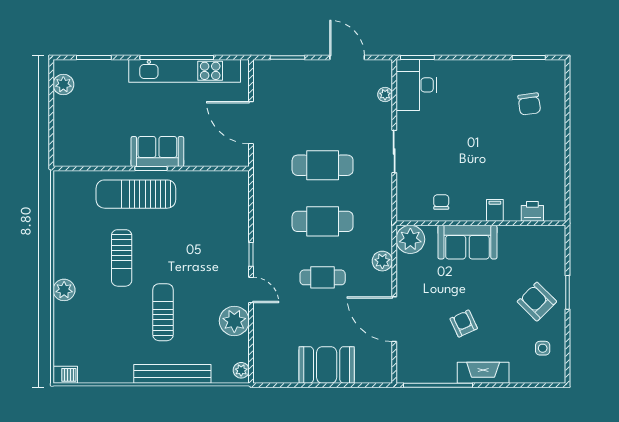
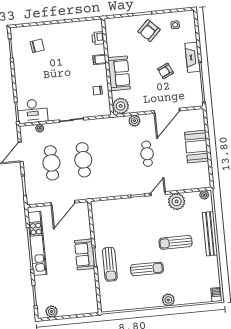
sun lounger: (136, 194) -> (110, 264), width x0.73, depth x0.75
cafe table: (323, 221) -> (51, 163), moved

